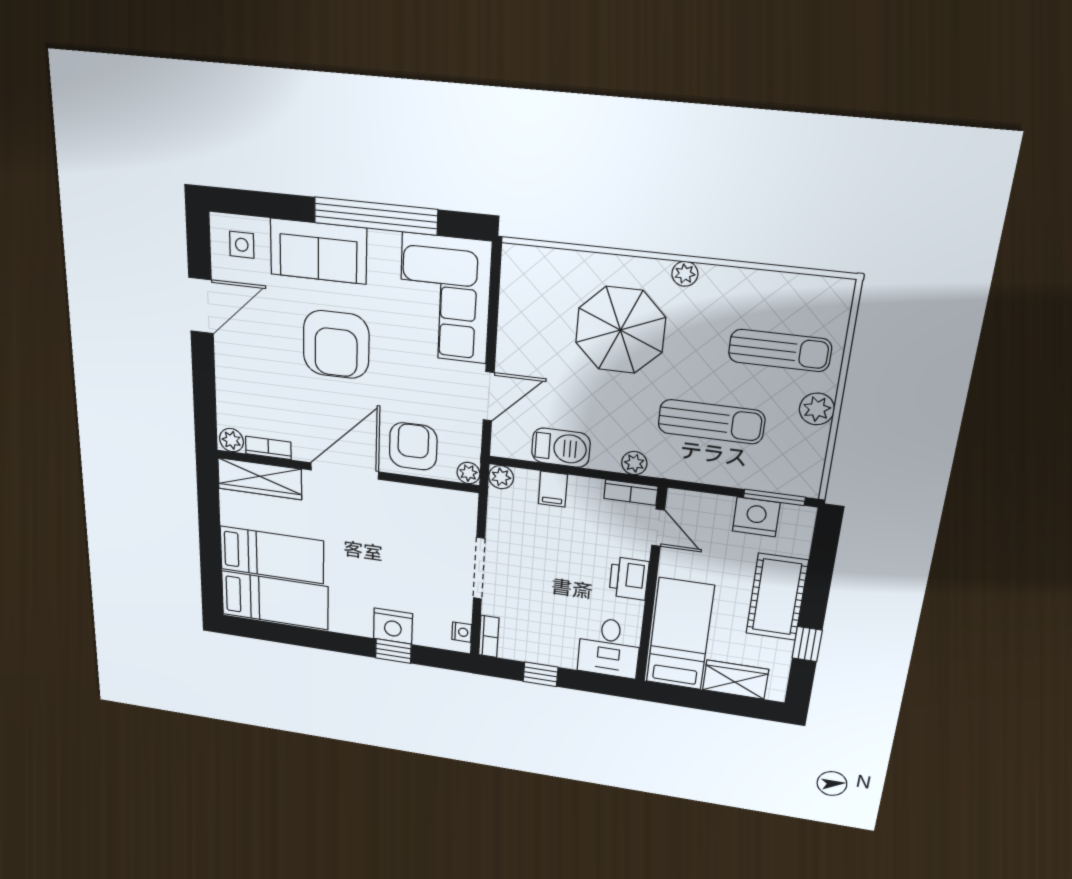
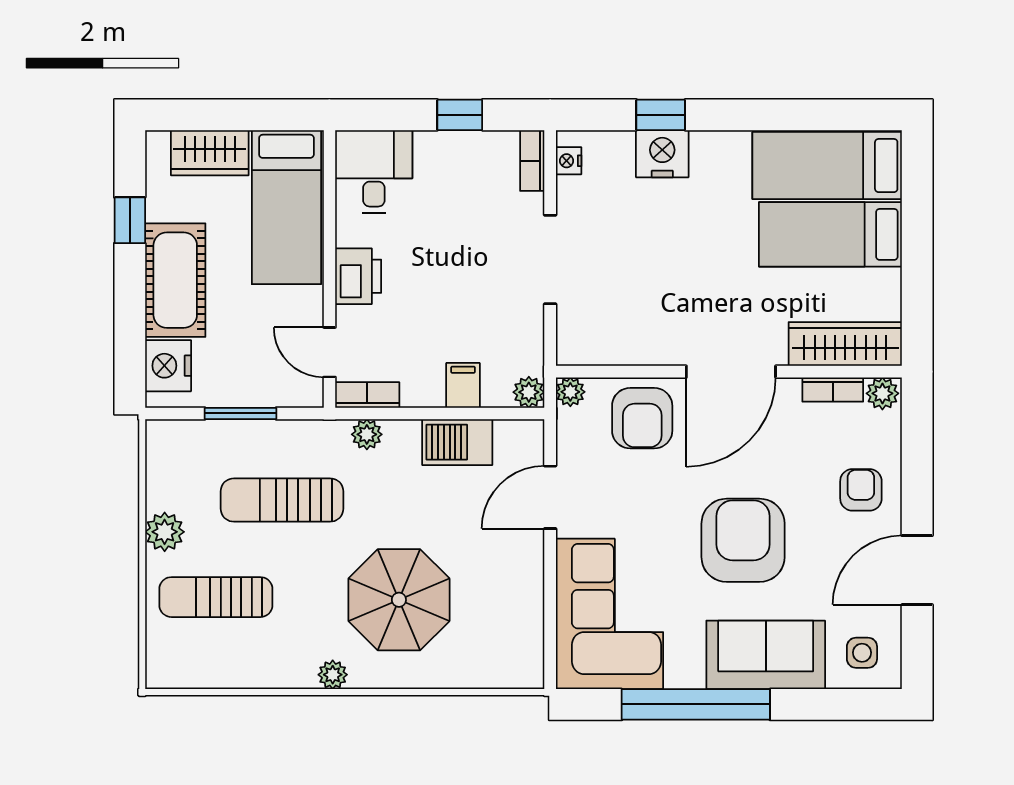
armchair: (246, 372) -> (861, 490), added
window: (774, 497) -> (240, 413), moved
nightstand: (756, 517) -> (168, 366), moved, turned 90

